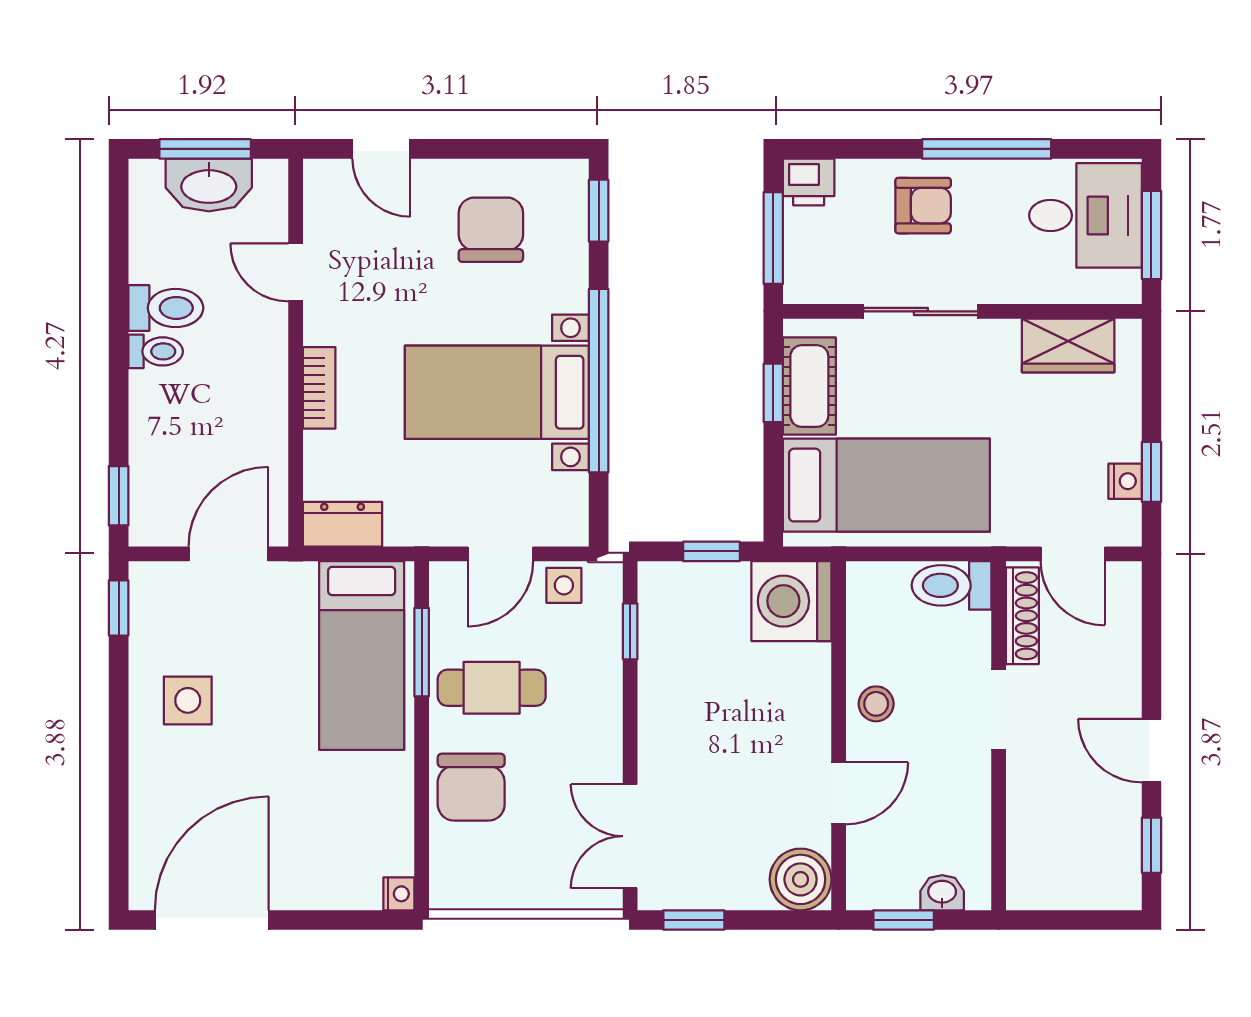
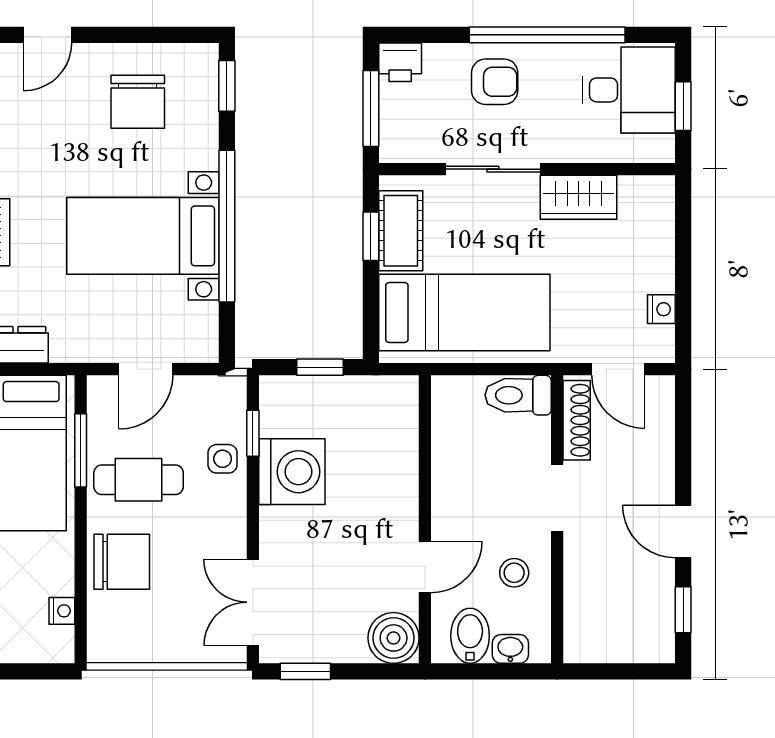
door: (381, 149) -> (48, 35), hinge flipped
window: (987, 149) -> (547, 35), width x1.46
chair: (491, 230) -> (138, 102), turned 180
window: (1151, 235) -> (683, 106), width x0.67
wardrobe: (1068, 345) -> (578, 197), moved
window: (1151, 472) -> (683, 302), removed
side table: (564, 585) -> (223, 459), moved
washing machine: (791, 601) -> (292, 472), moved, turned 180
stool: (876, 704) -> (514, 573), moved
chair: (471, 787) -> (122, 562), turned -90
bidet: (893, 877) -> (470, 636), added
nightstand: (399, 894) -> (62, 611), moved
window: (904, 920) -> (479, 671), removed

